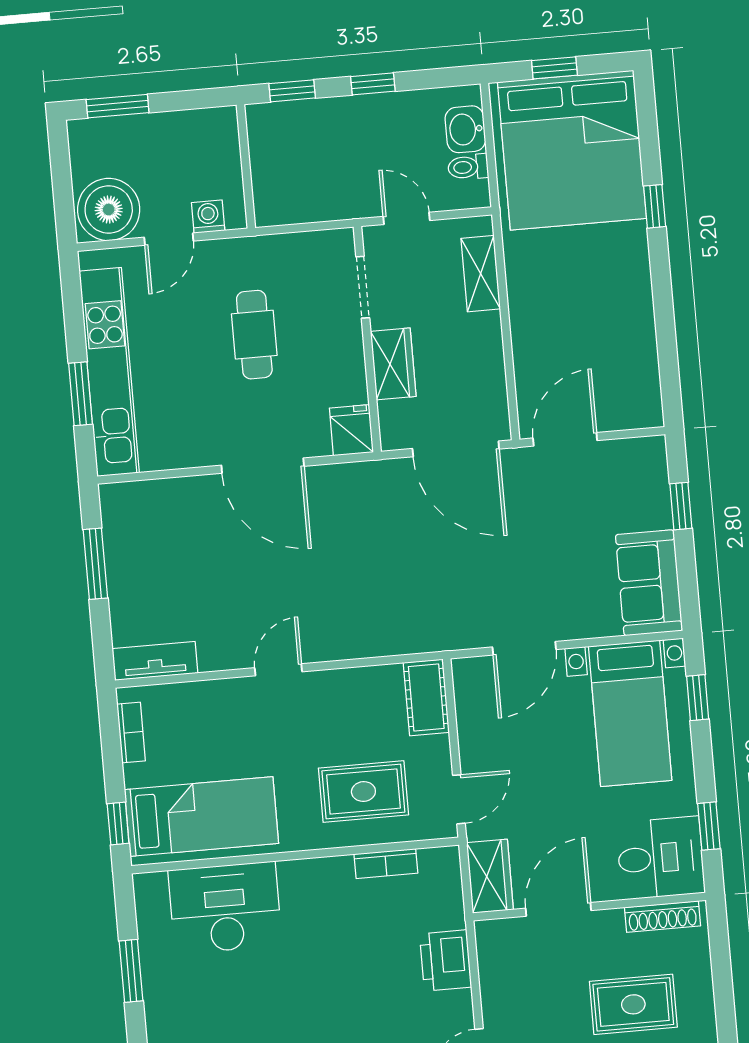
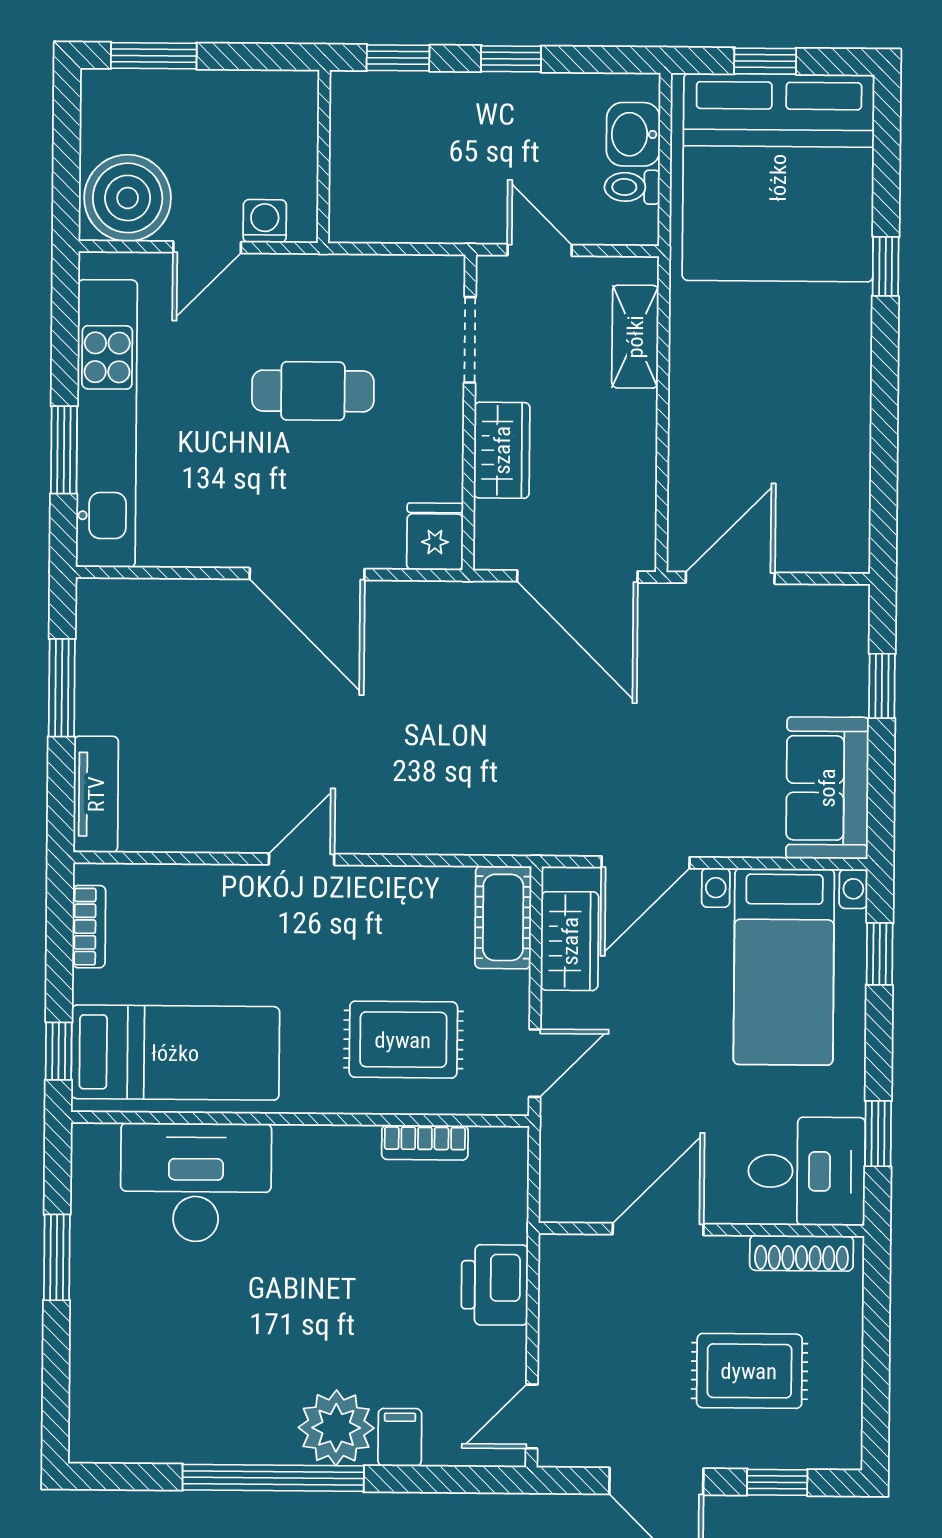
cafe table: (254, 335) -> (313, 391), turned 90
tv unit: (155, 661) -> (96, 794), moved, turned 90
wardrobe: (490, 876) -> (570, 941), moved

